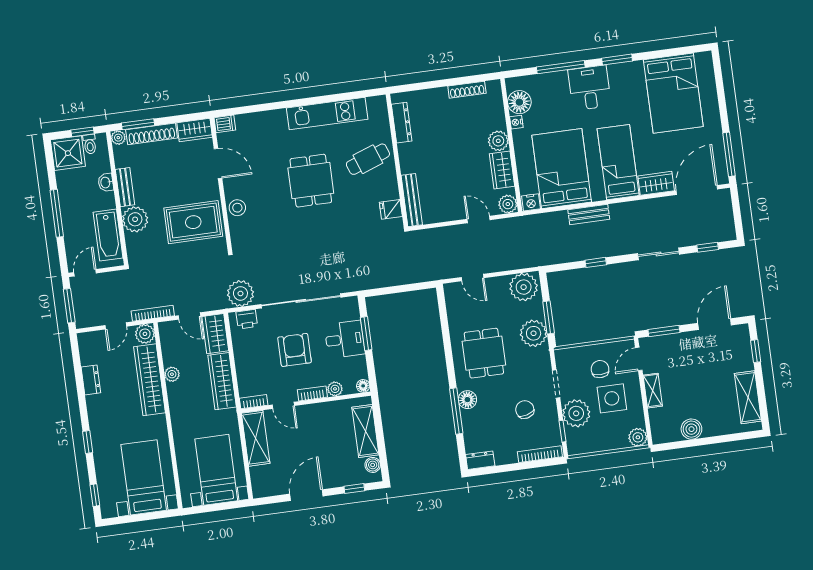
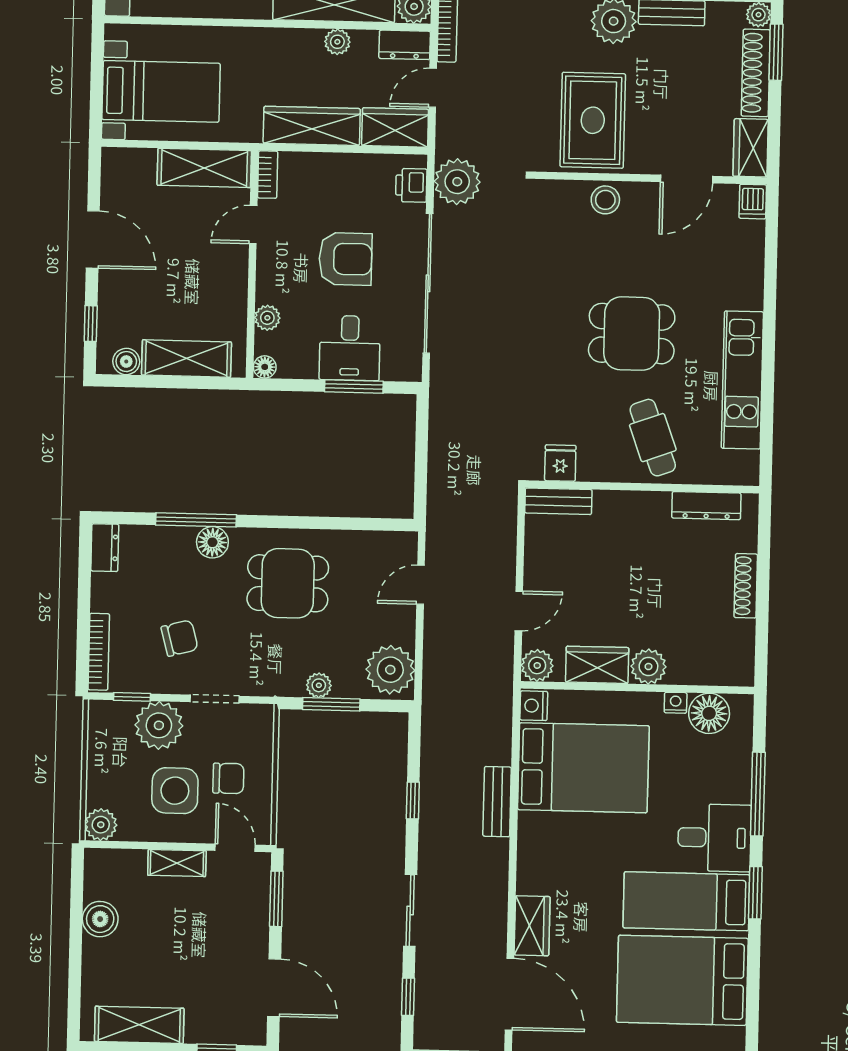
shoe rack: (467, 90) -> (746, 586), moved
bed: (618, 162) -> (686, 901), moved, turned 180
bench: (412, 200) -> (558, 501), width x0.73
plant: (534, 333) -> (319, 685), width x0.53, depth x0.53
dresser: (168, 336) -> (405, 45), added
bookcase: (312, 393) -> (266, 278), removed

